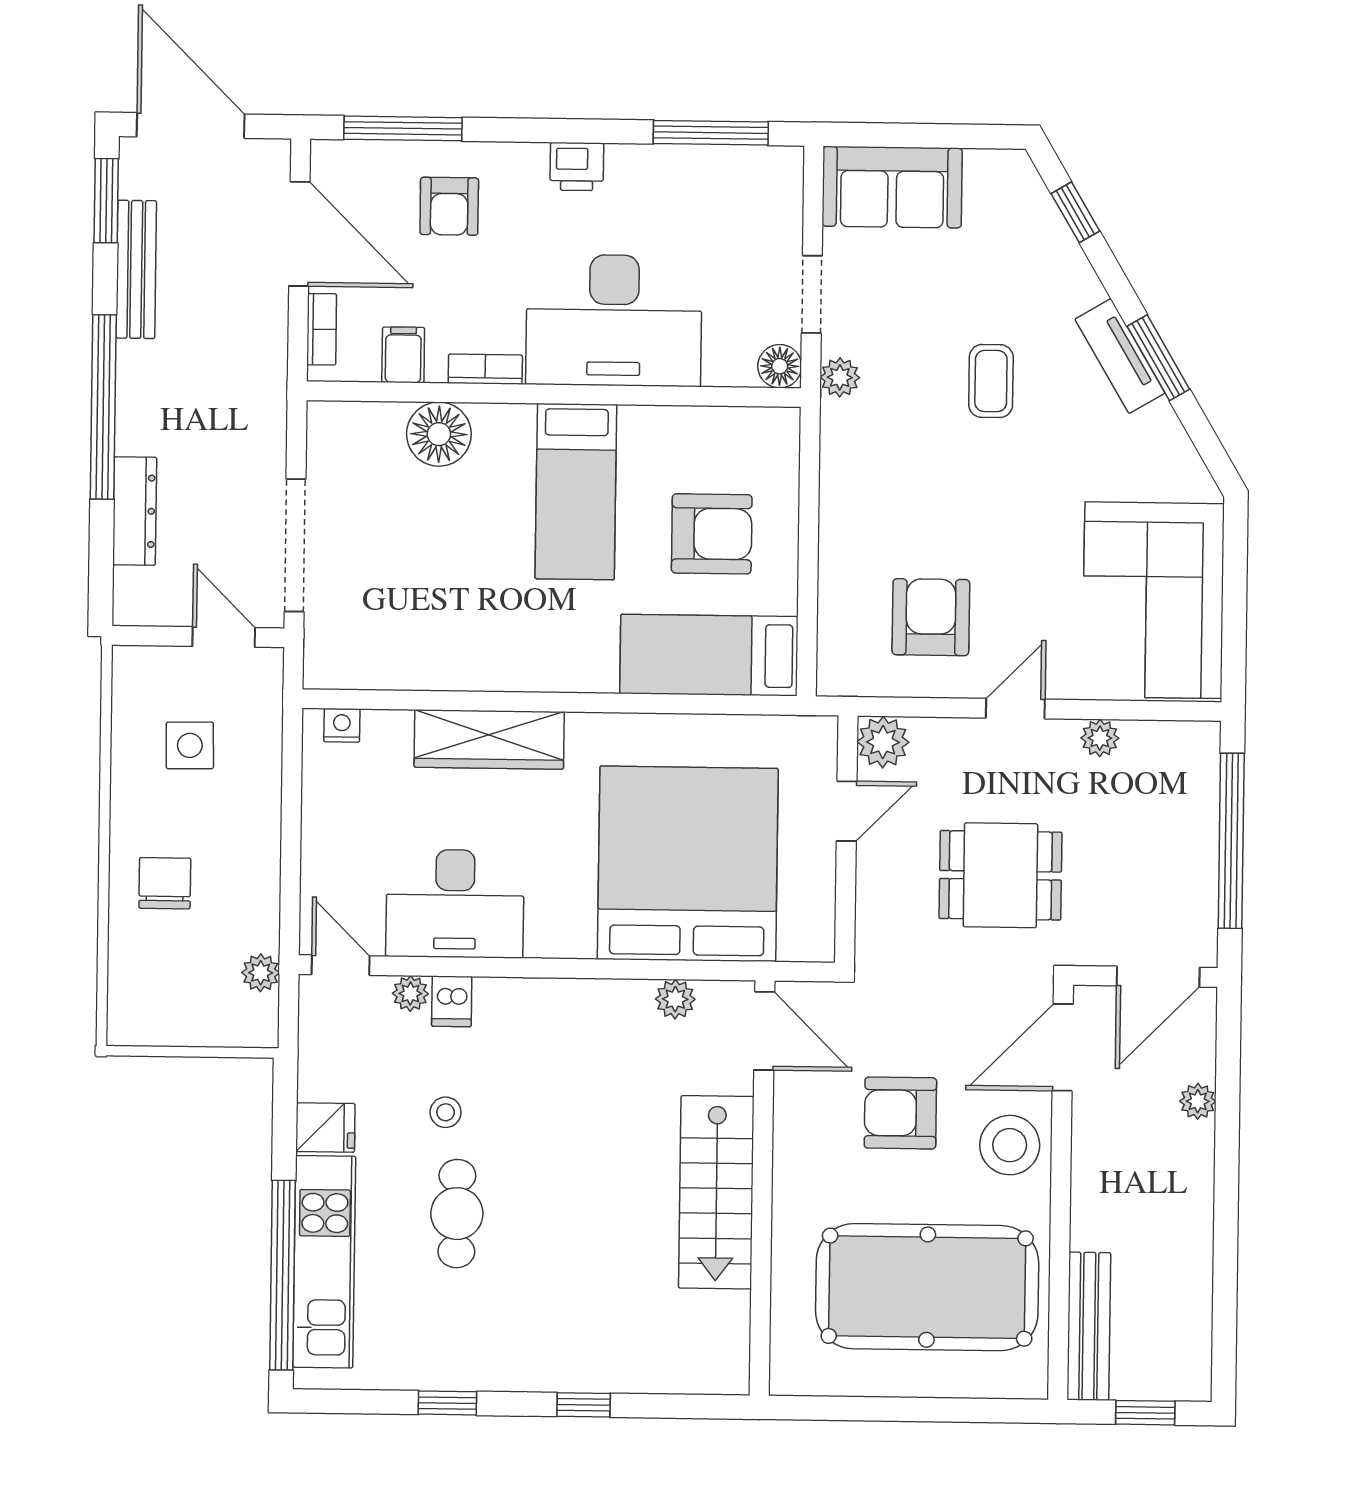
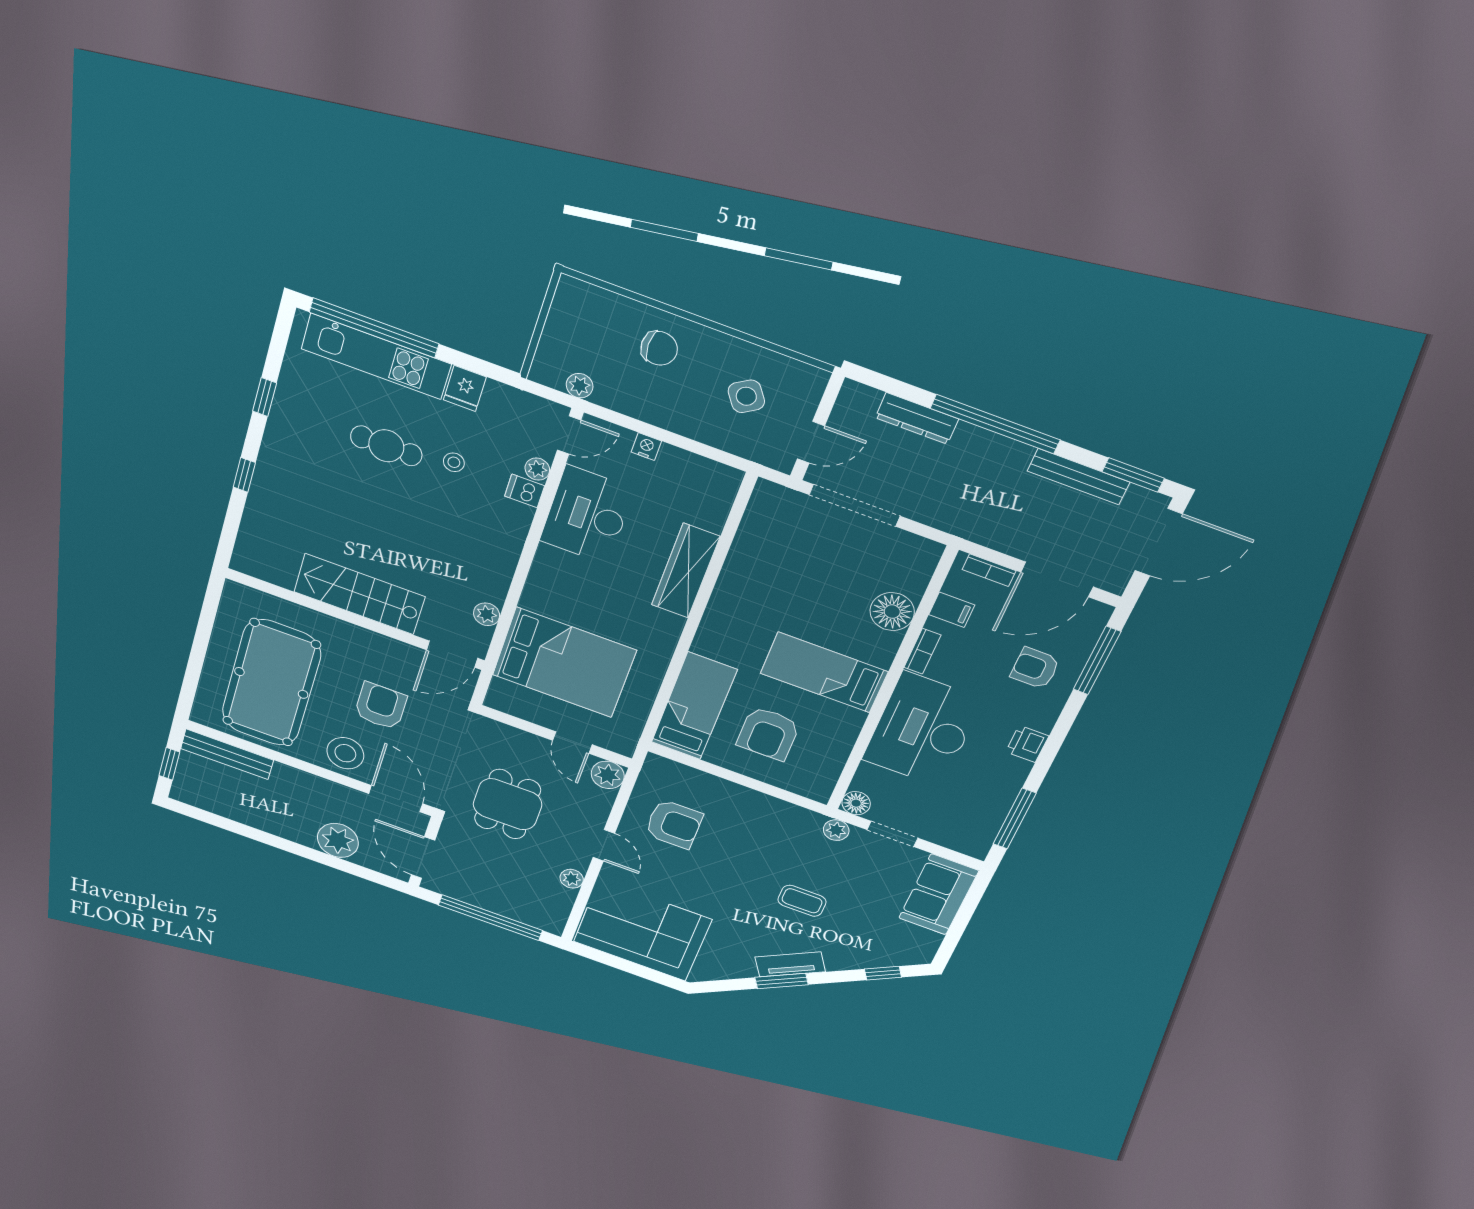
nightstand: (342, 725) -> (646, 447), moved, turned -90
side table: (190, 745) -> (746, 396), turned -33
bed: (688, 864) -> (564, 663), width x0.73
plant: (1198, 1101) -> (338, 840), width x1.88, depth x1.88

